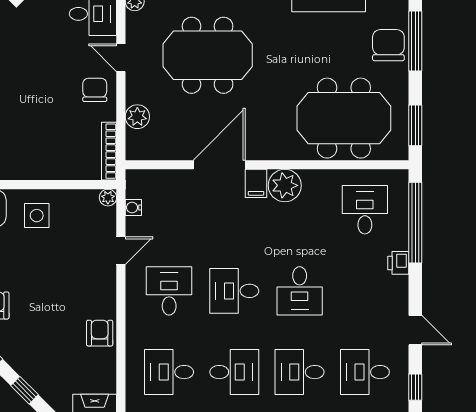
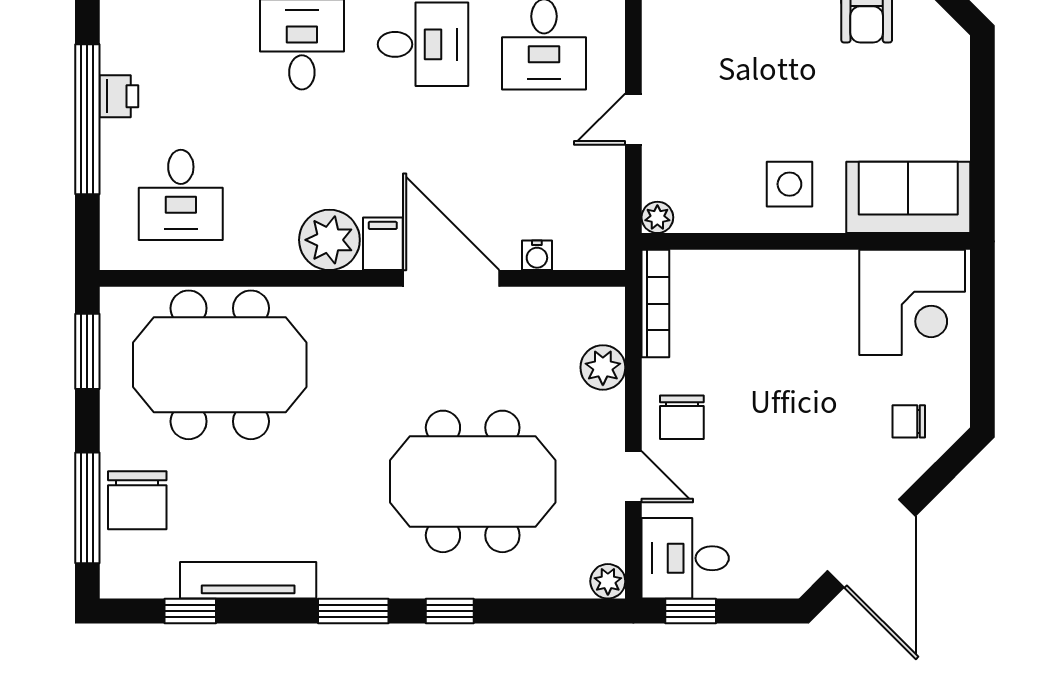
door: (219, 165) -> (451, 278), swing flipped
water cooler: (133, 207) -> (537, 255), moved, turned 90
window: (415, 223) -> (87, 119), moved

